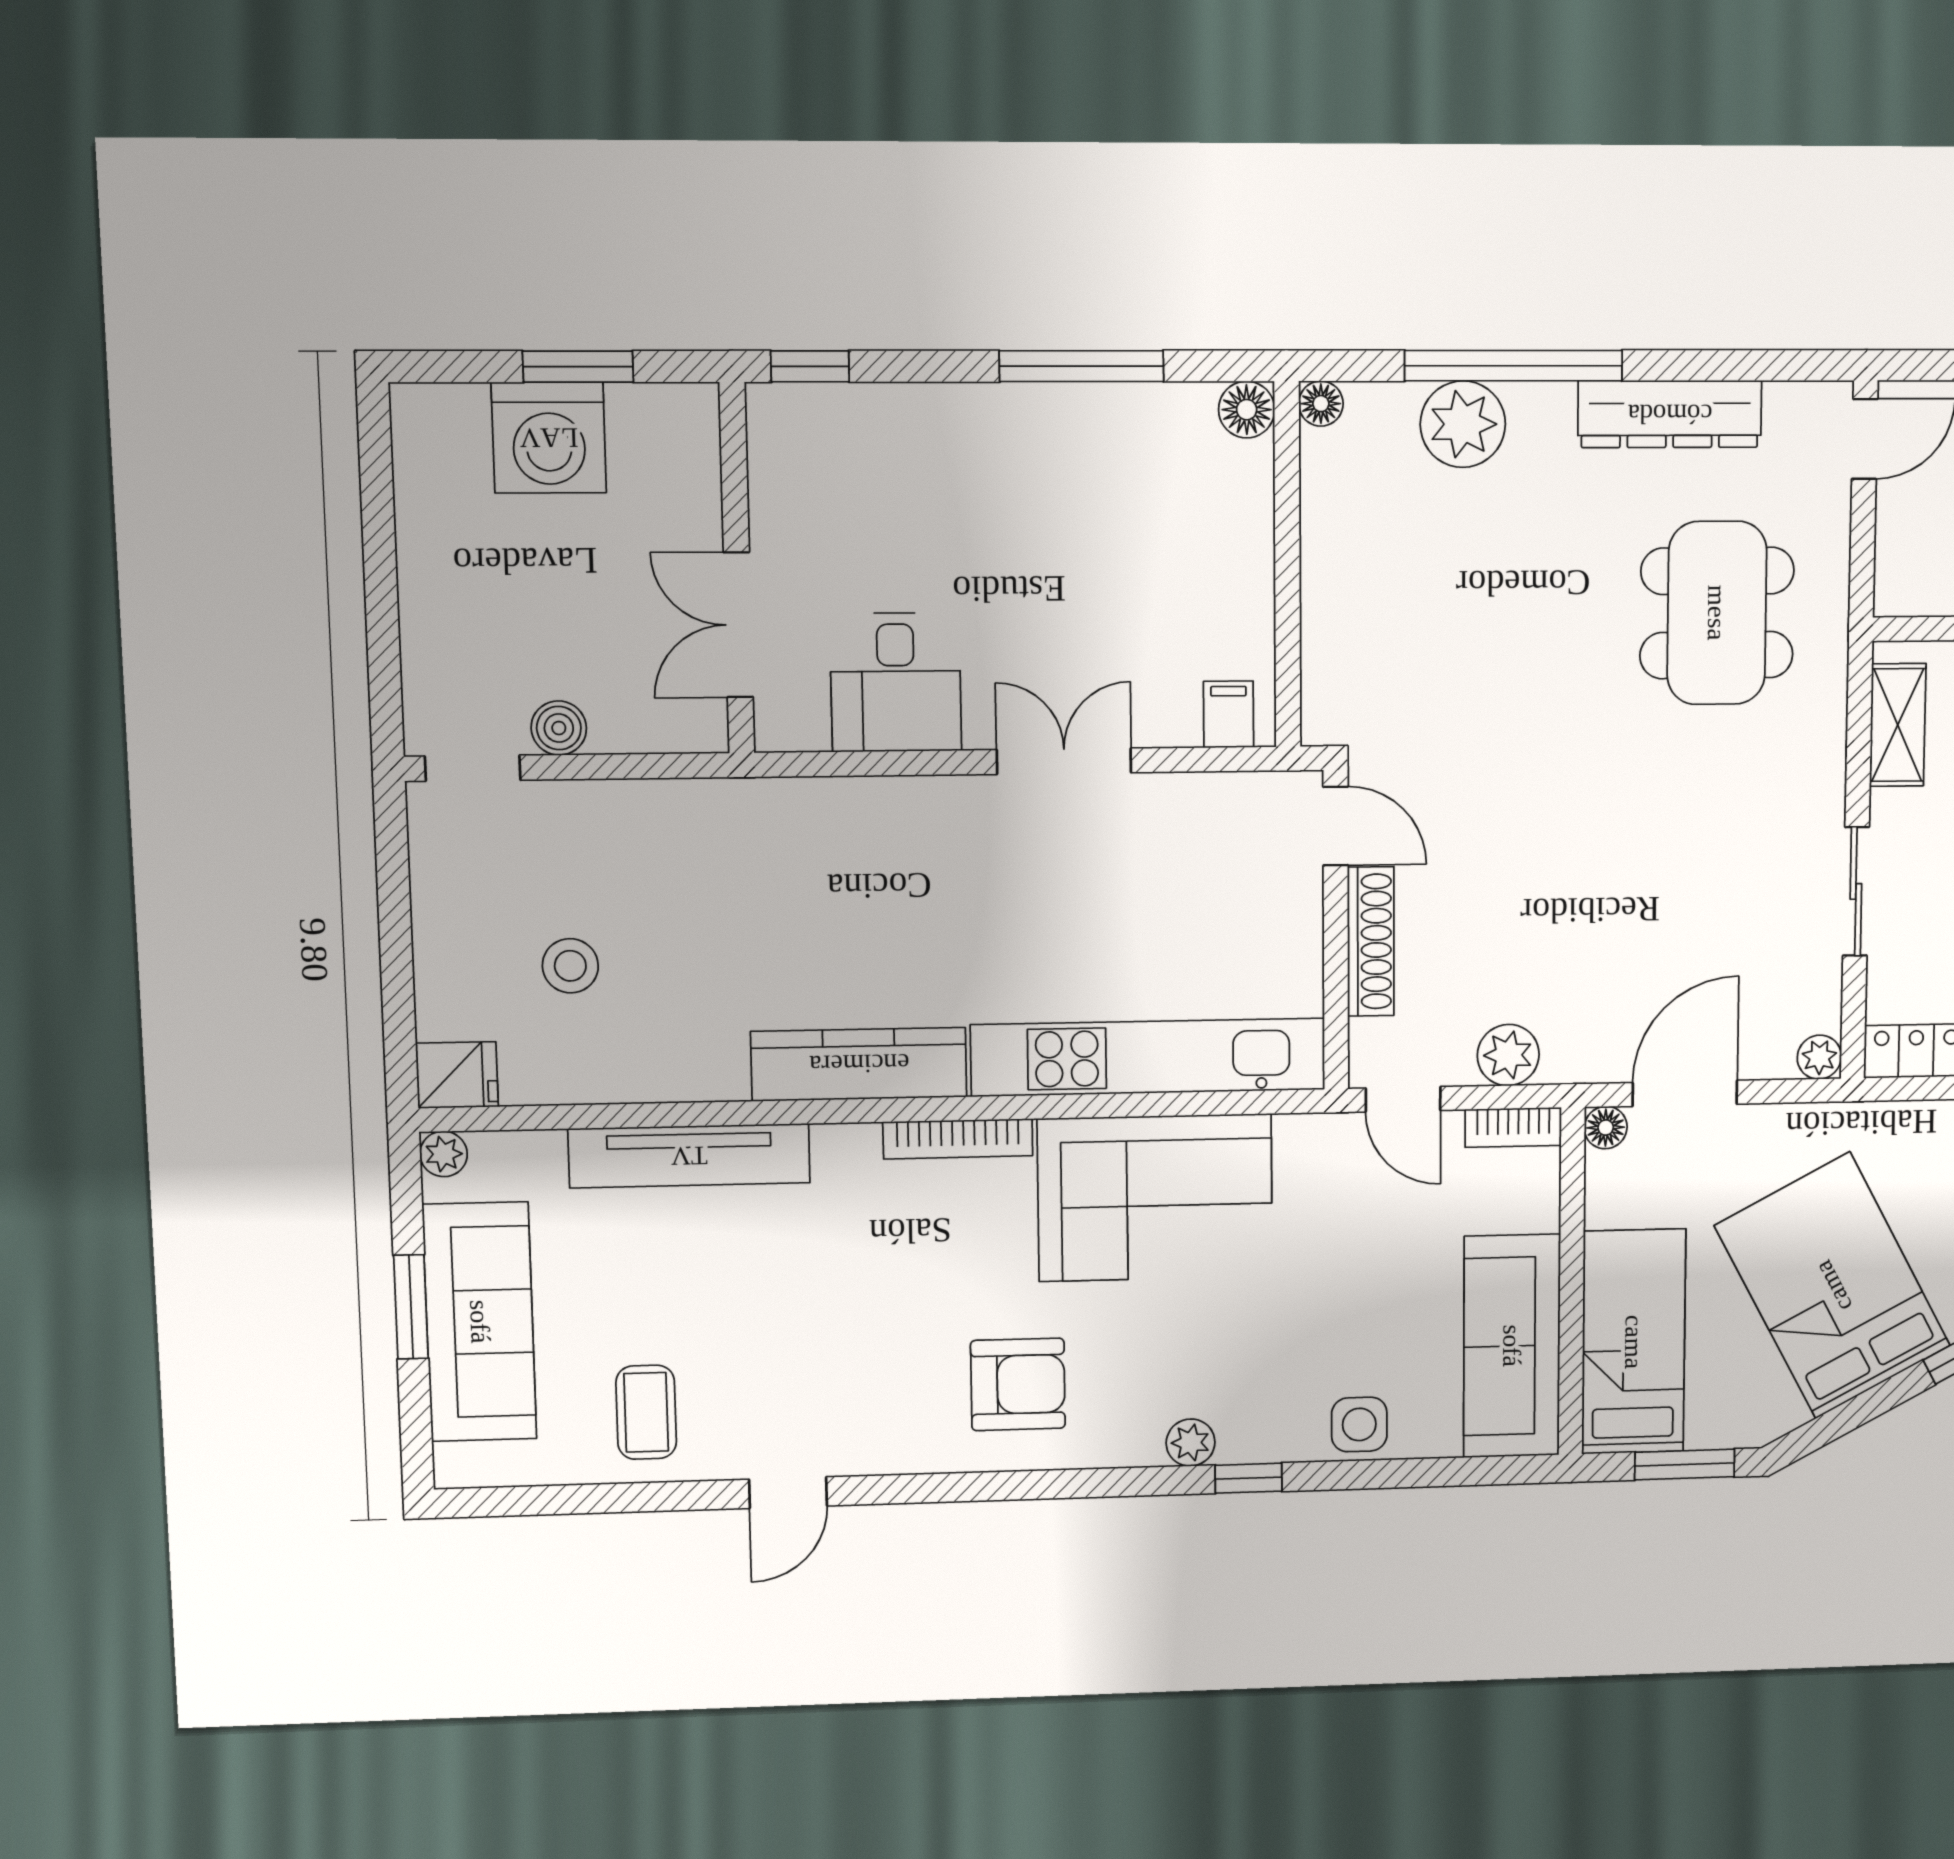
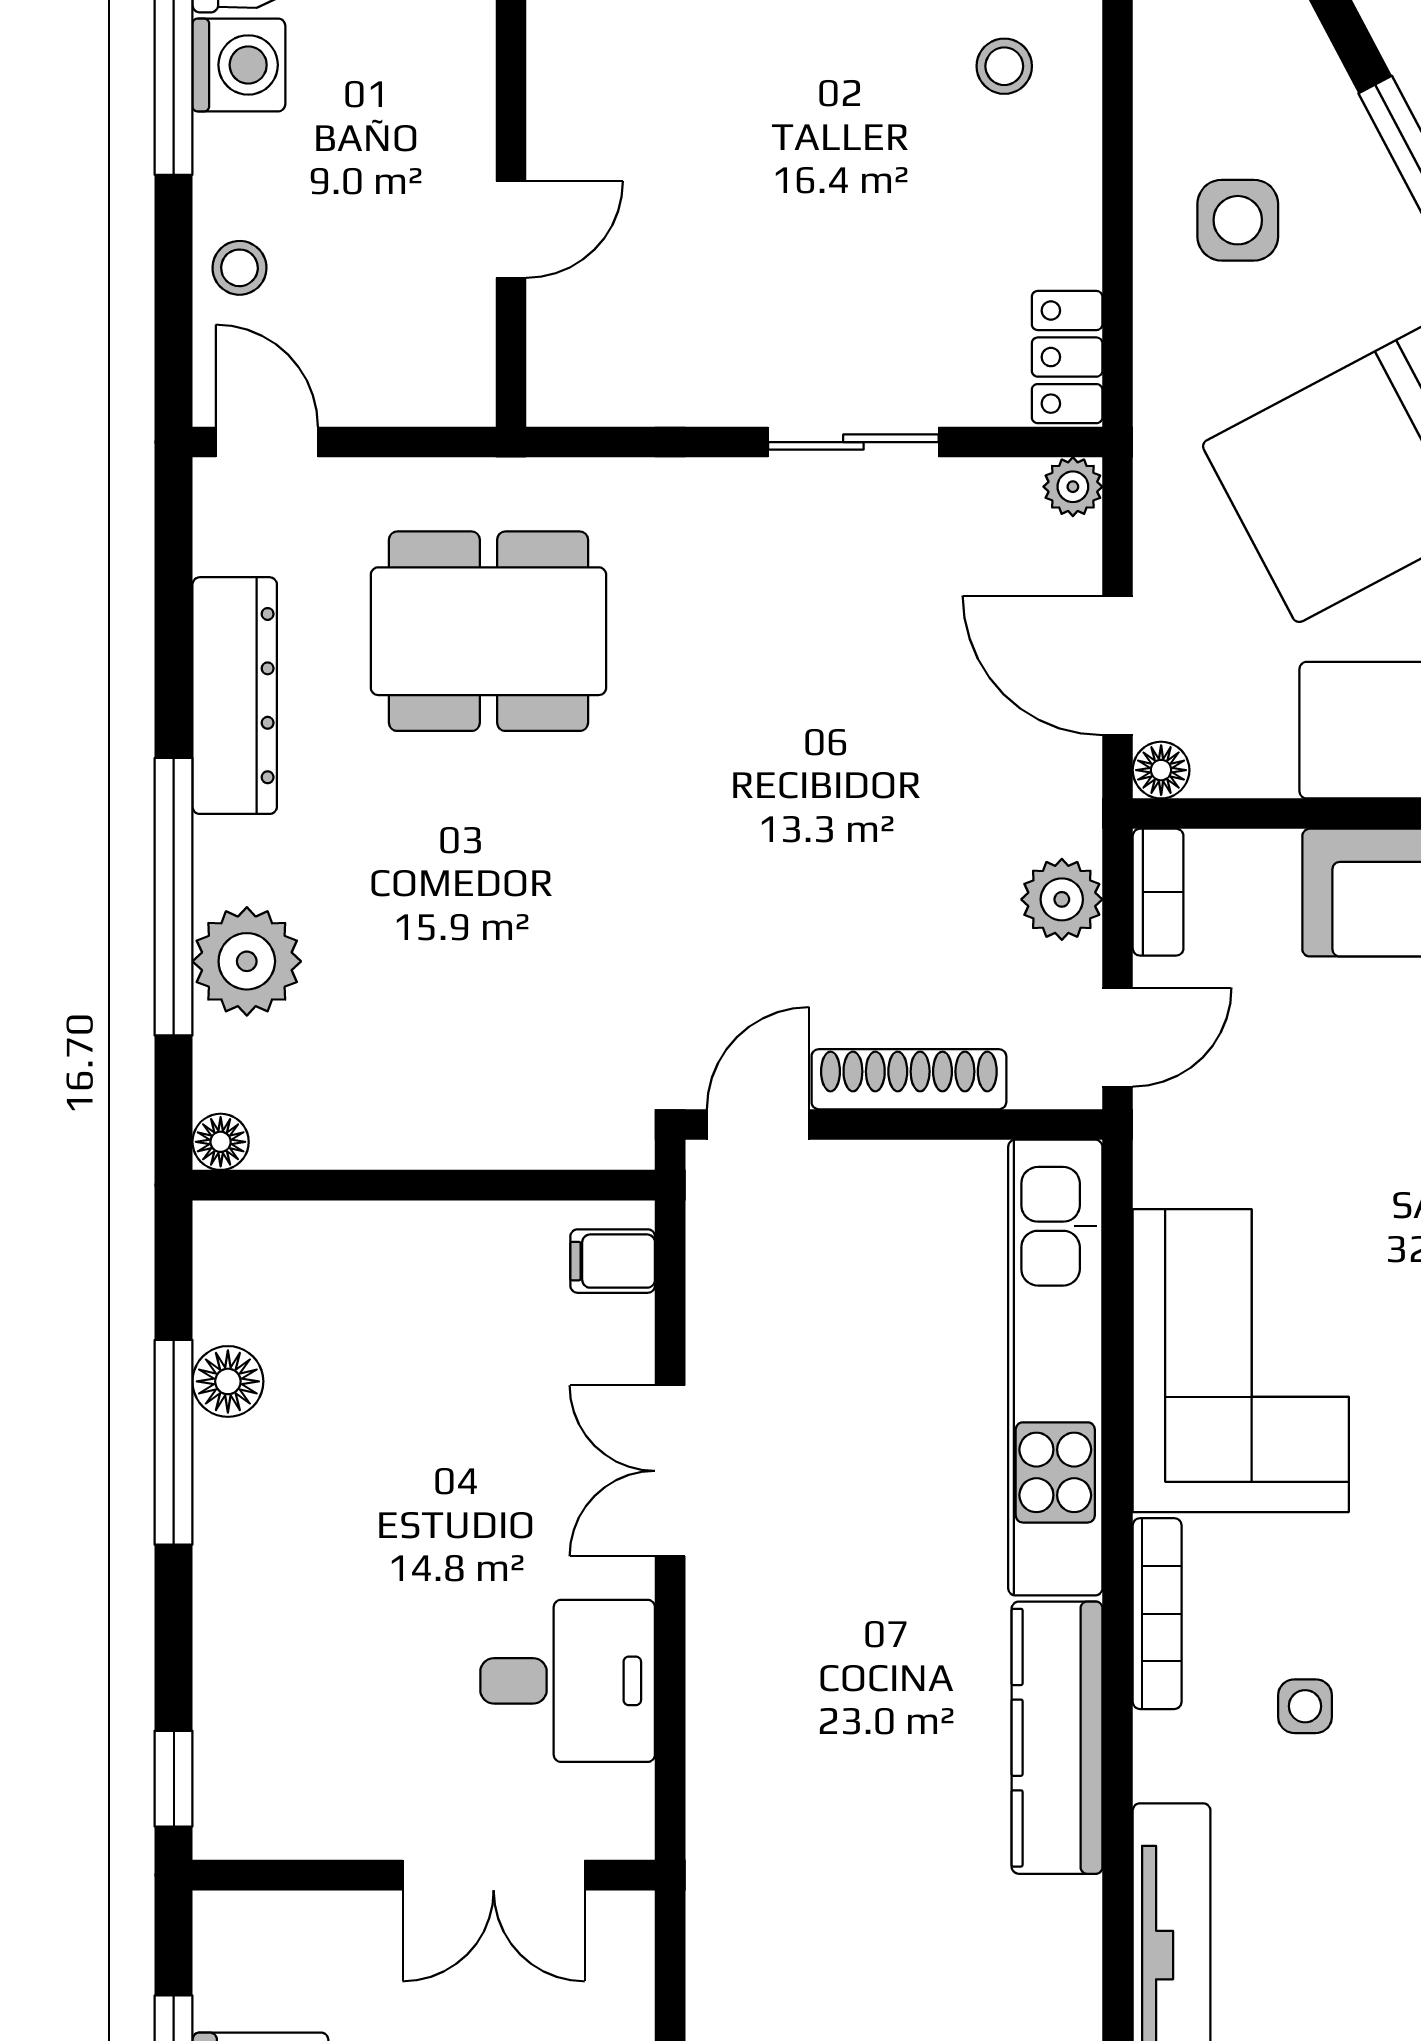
floor lamp: (1247, 410) -> (228, 1381), moved
shelving: (1898, 725) -> (636, 391), removed
side table: (888, 1253) -> (1305, 1706), added

